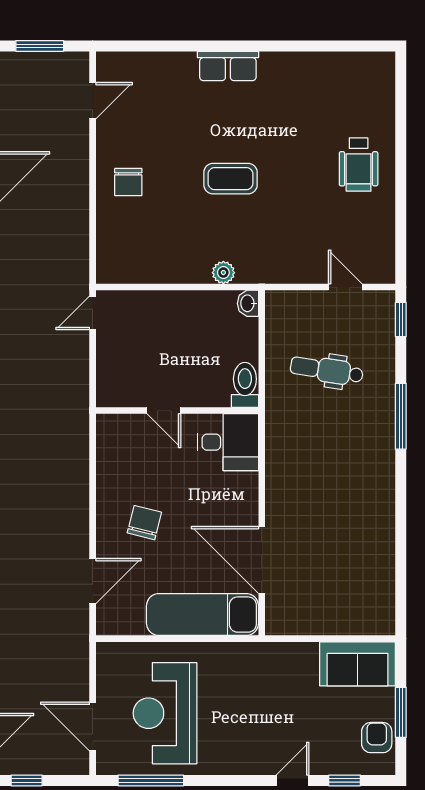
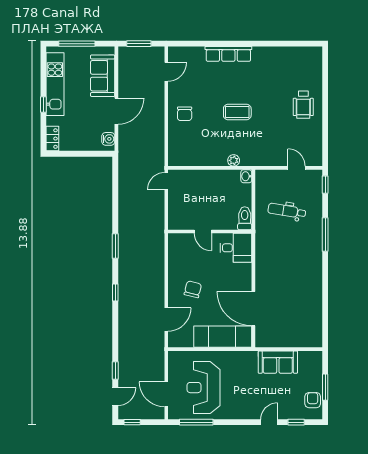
row of seats: (228, 66) -> (228, 54), width x1.48
sofa: (358, 664) -> (278, 362), moved

